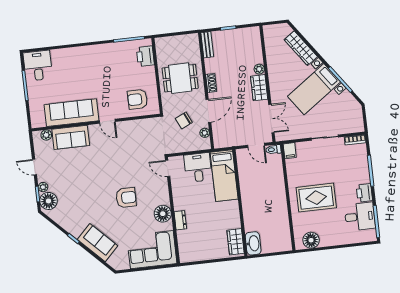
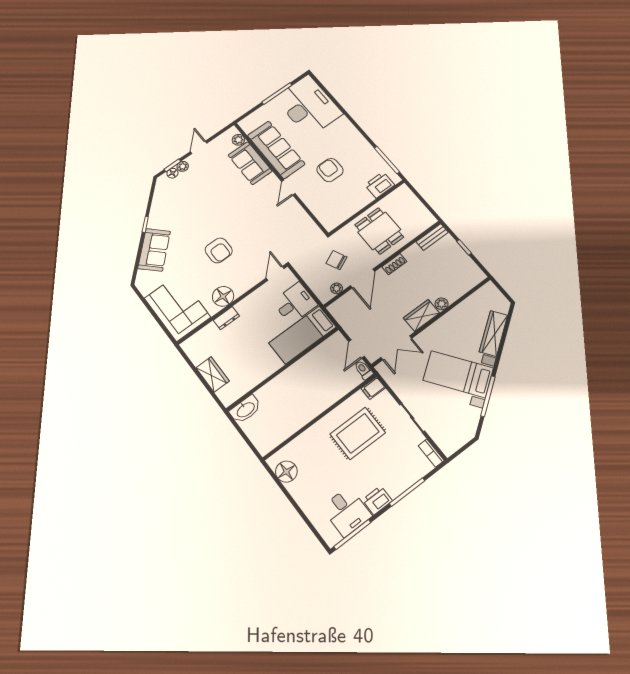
desk: (38, 66) -> (308, 106), width x1.87, depth x1.30
armchair: (137, 99) -> (330, 170), moved
door: (208, 111) -> (363, 279), hinge flipped
rug: (316, 198) -> (358, 433), moved, turned 90
floor lamp: (48, 201) -> (172, 173), width x0.53, depth x0.53
wardrobe: (236, 242) -> (213, 374), moved, turned 90

